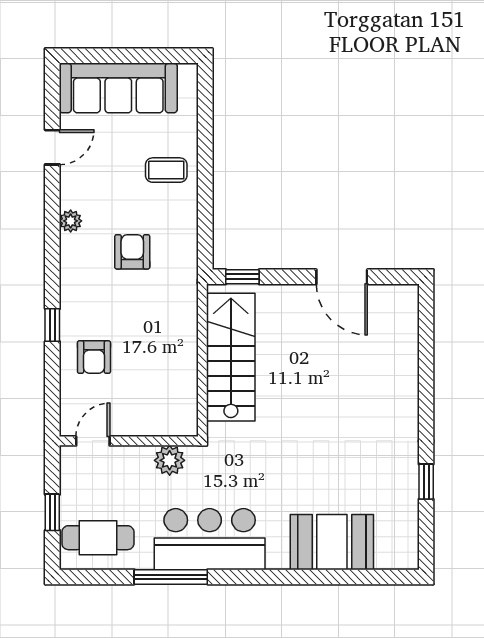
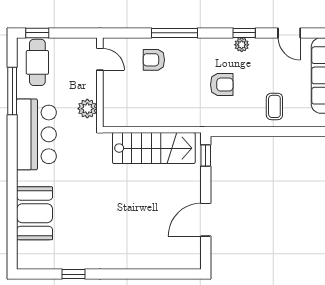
window: (52, 217) -> (244, 33), added
window: (52, 325) -> (175, 33), width x2.17
window: (52, 512) -> (37, 33), moved
window: (171, 577) -> (12, 91), moved

